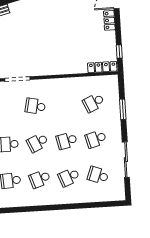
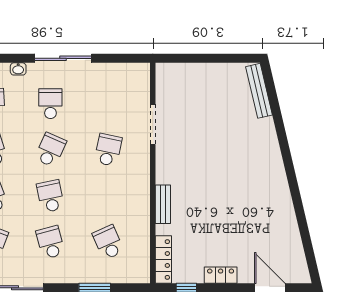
locker: (109, 20) -> (221, 275), moved
bench: (67, 70) -> (163, 204), added
school desk: (38, 142) -> (50, 150), turned 48

